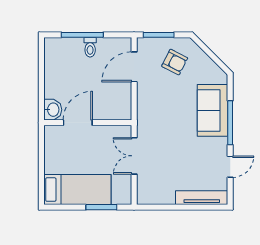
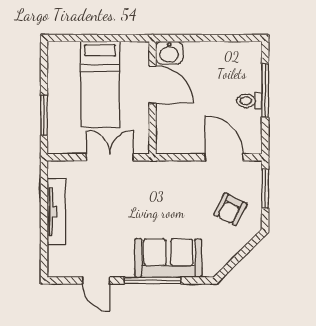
bed: (77, 190) -> (100, 84), moved
tv unit: (202, 198) -> (56, 212), moved

